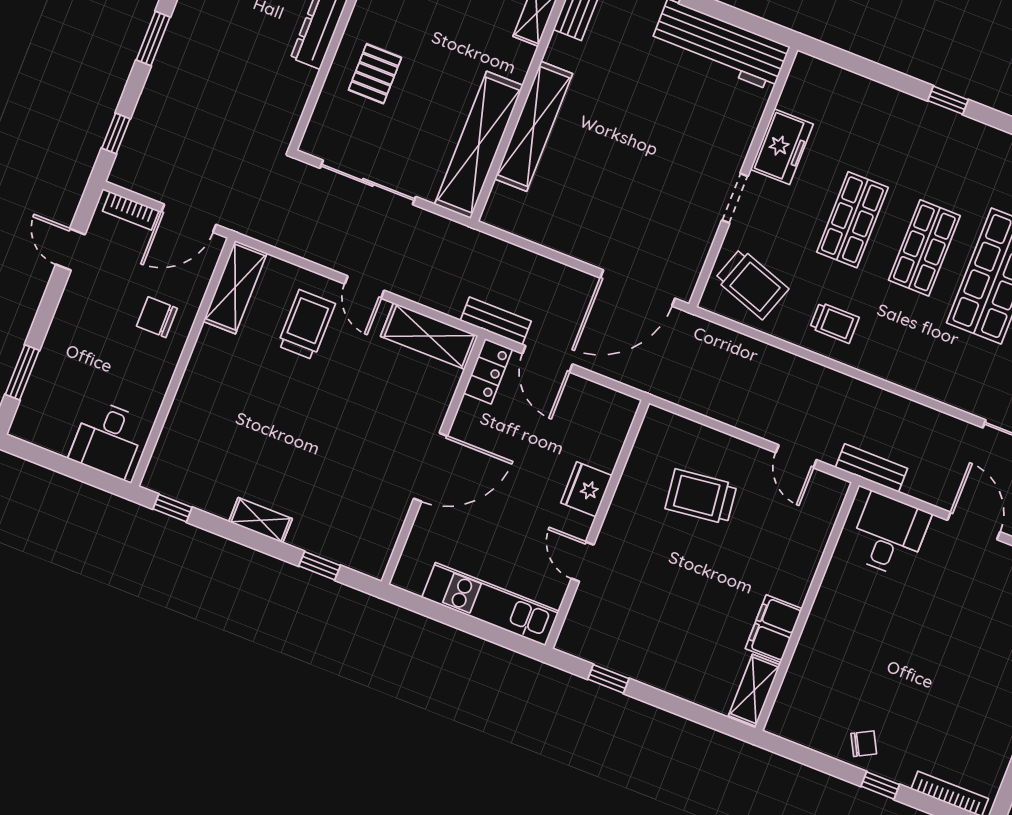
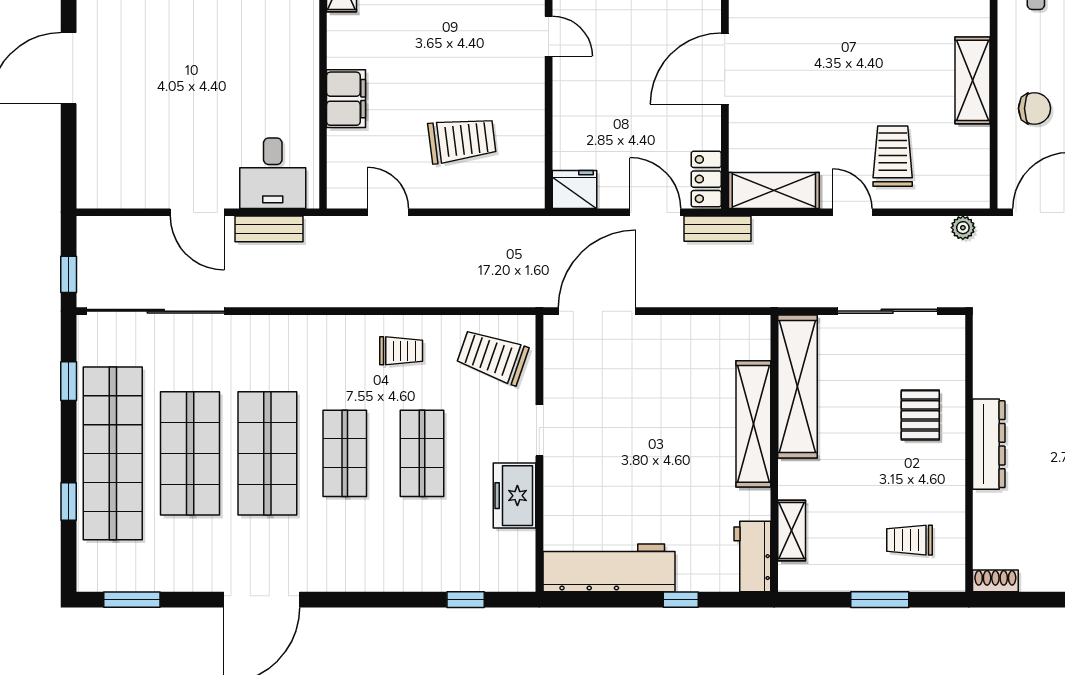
window: (948, 100) -> (466, 600), moved
plant: (267, 232) -> (963, 228), added
shelving: (235, 287) -> (973, 80), moved
trolley: (834, 323) -> (401, 351), turned 180
trolley: (306, 325) -> (893, 156), turned 180
bench: (871, 468) -> (269, 229), moved
fridge: (586, 489) -> (575, 189), moved, turned -90
filing cabinet: (774, 629) -> (346, 99), moved

